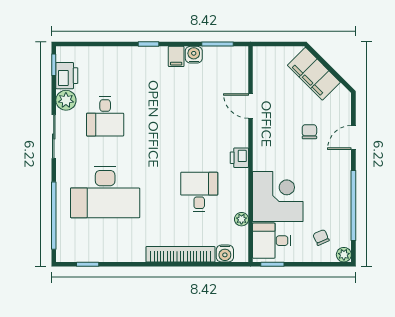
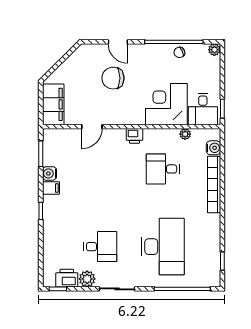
filing cabinet: (314, 74) -> (53, 104), moved, turned -45
chair: (309, 132) -> (113, 78), width x1.87, depth x1.87
chair: (321, 237) -> (179, 52), moved

